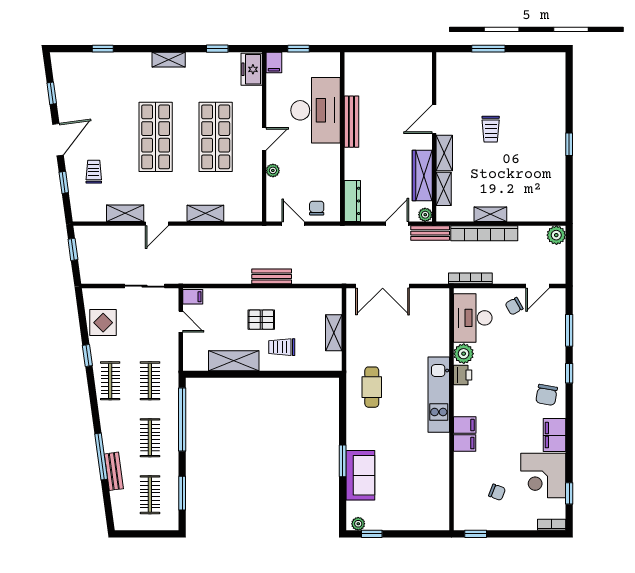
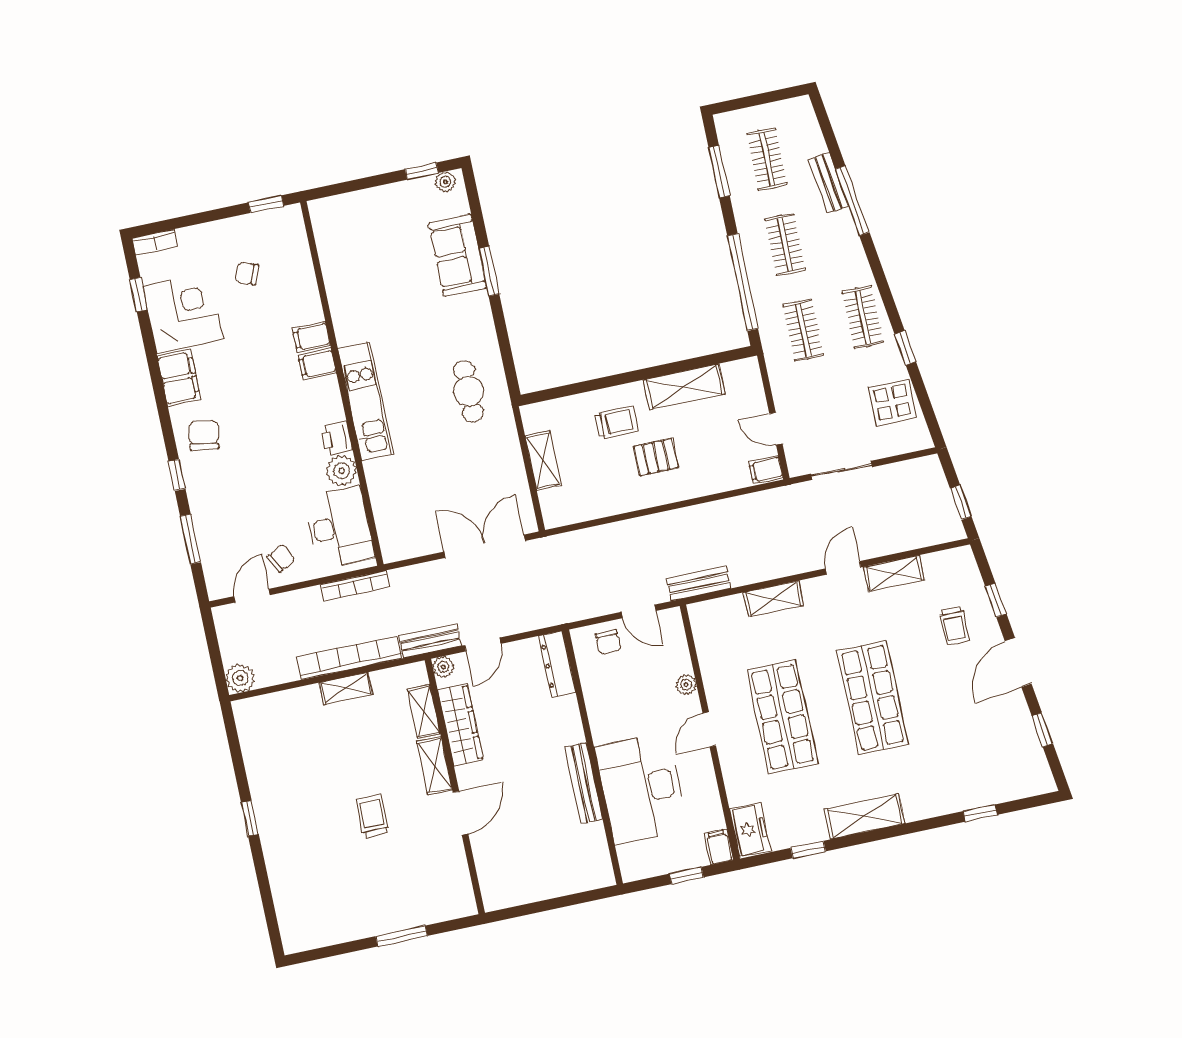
shelving: (169, 60) -> (864, 817), width x1.50, depth x1.33
bench: (272, 276) -> (699, 583), moved

